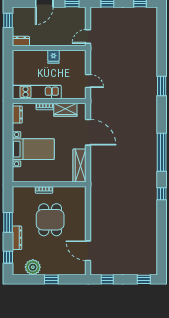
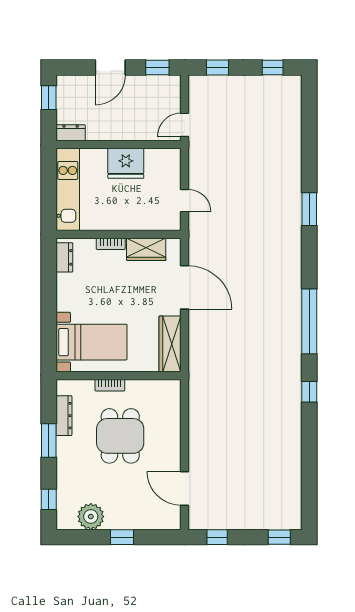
fridge: (53, 57) -> (126, 163), width x1.88, depth x1.34
kitchen unit: (37, 92) -> (68, 189), moved, turned 90
bed with nightstands: (33, 149) -> (92, 342), moved
dresser: (17, 238) -> (64, 416), moved

